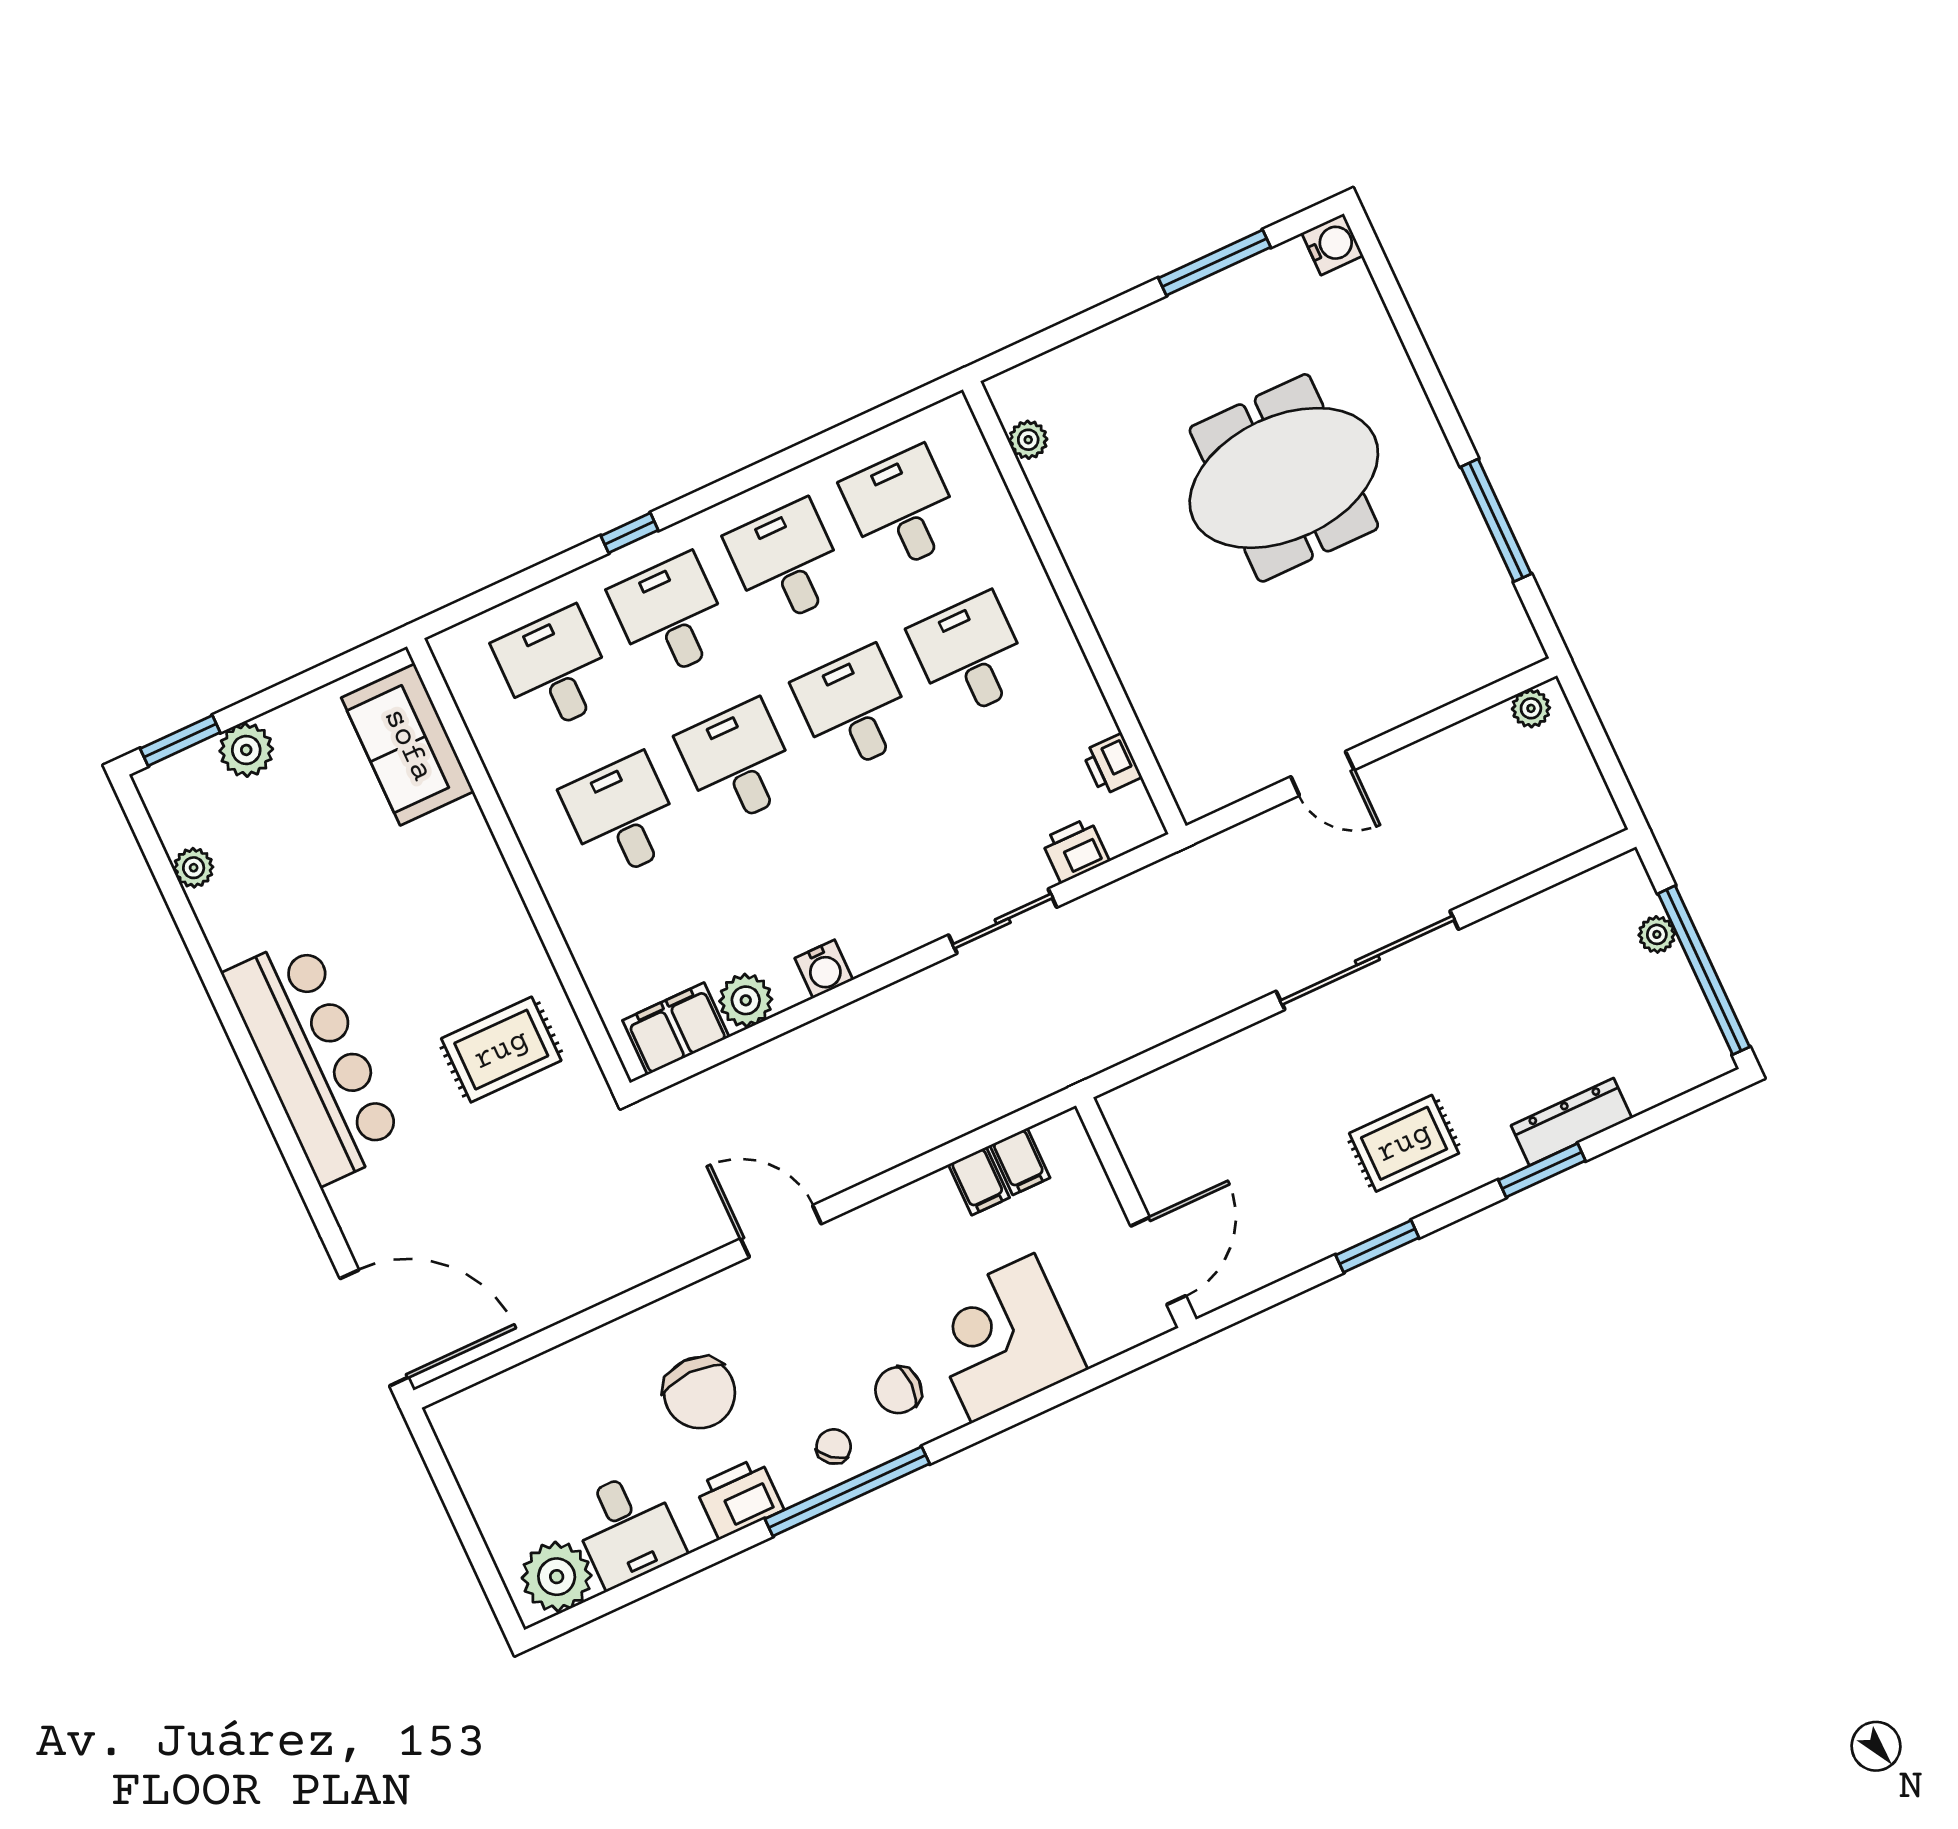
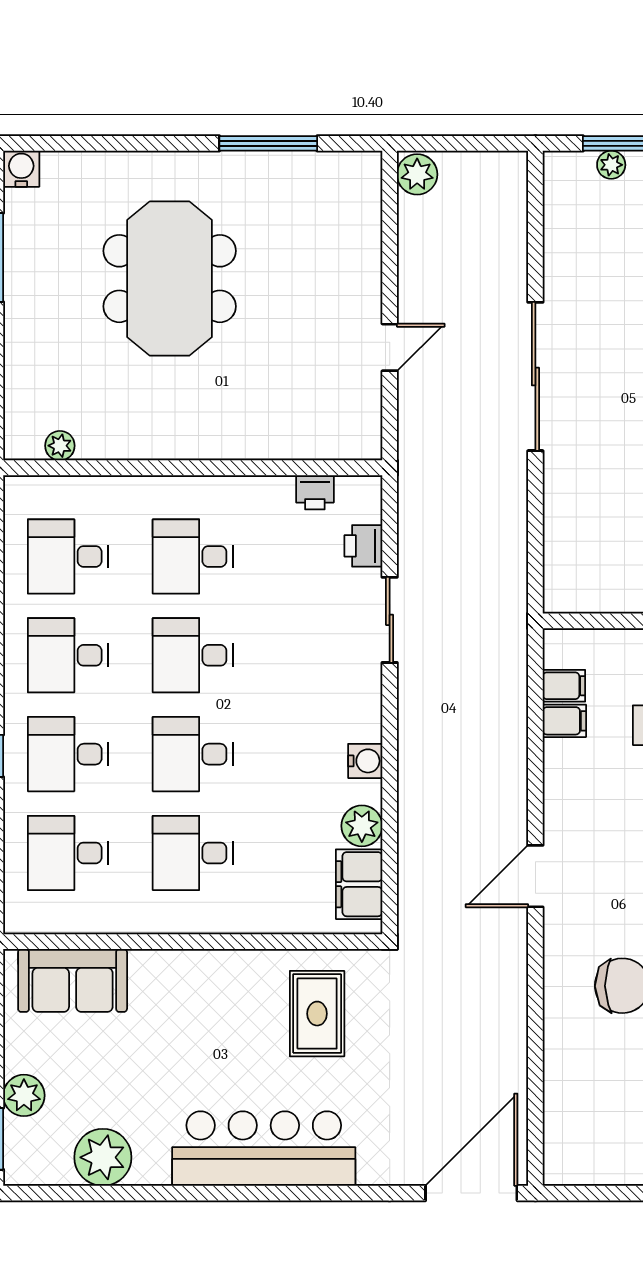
plant: (1531, 708) -> (417, 174), width x1.38, depth x1.38
plant: (194, 868) -> (103, 1157), width x1.87, depth x1.87

